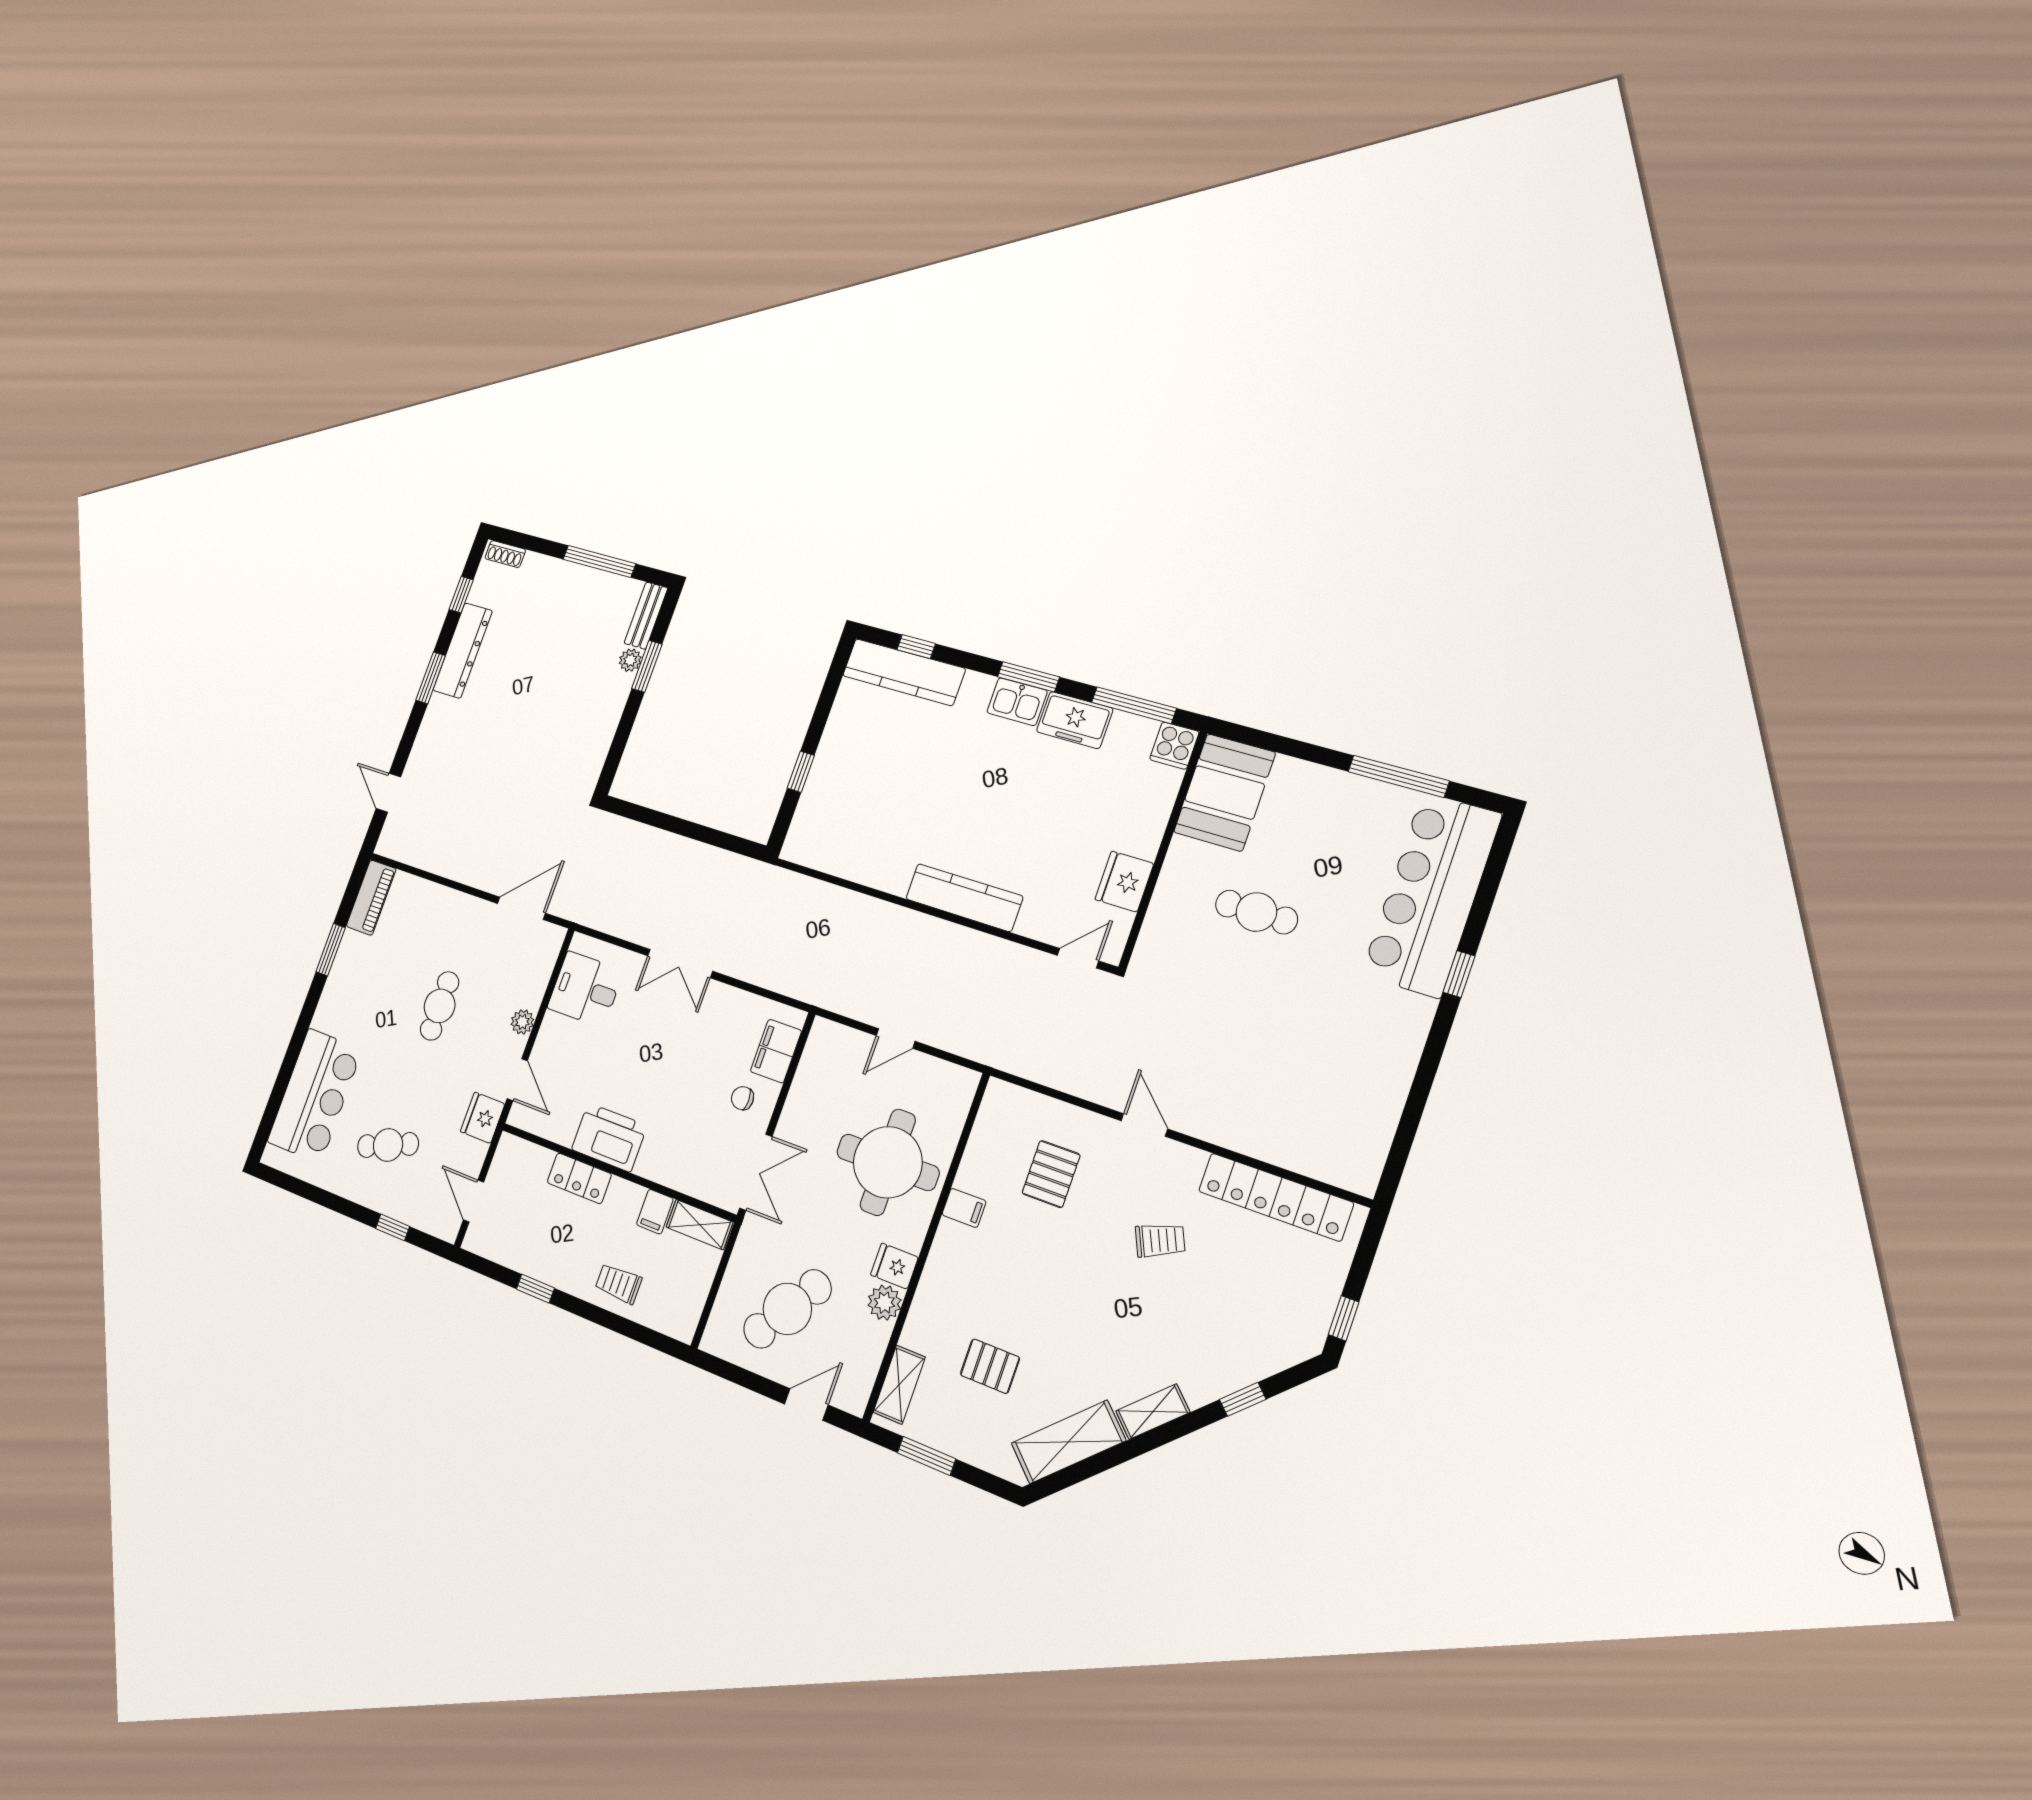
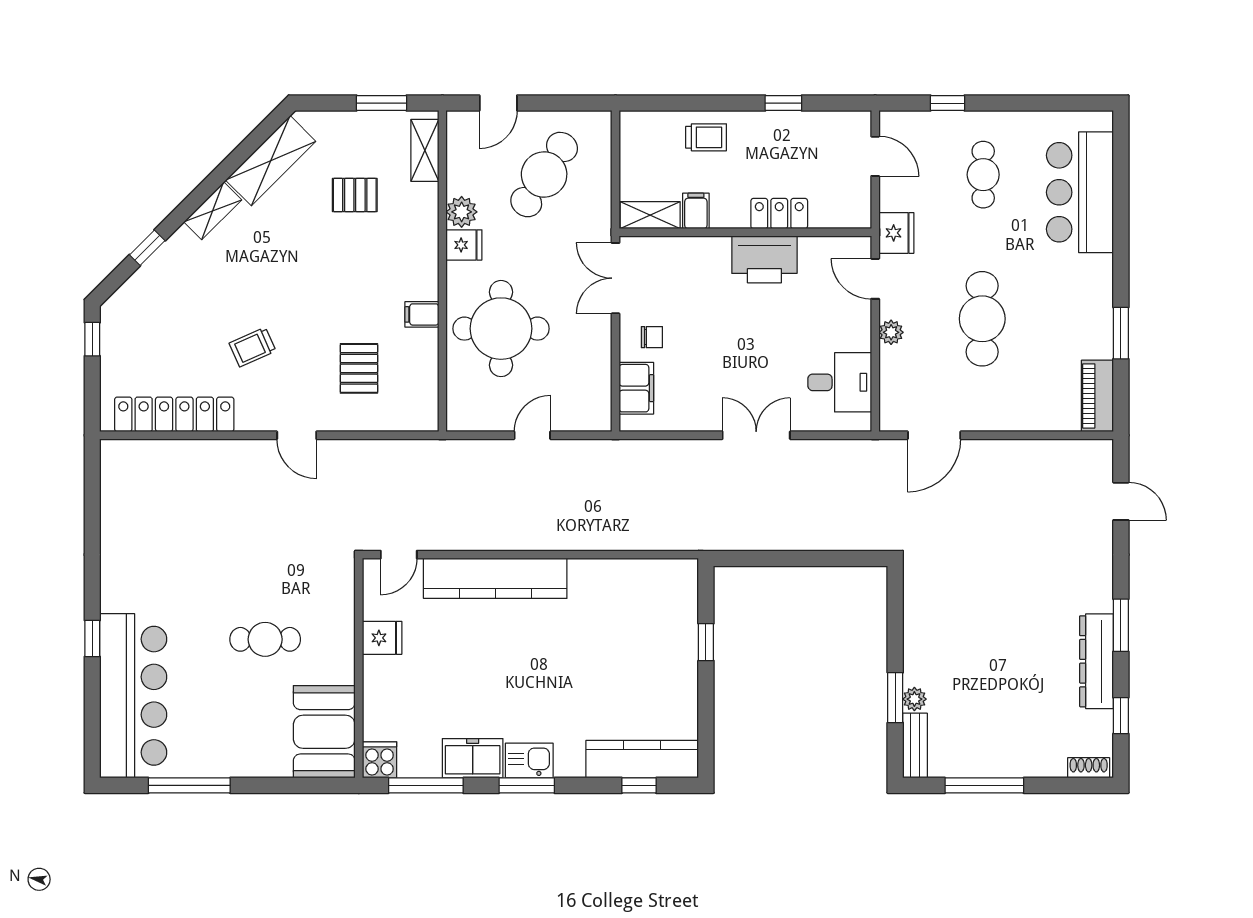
fridge: (1124, 882) -> (382, 638), width x0.72
kitchen counter: (964, 898) -> (495, 578), width x1.39, depth x1.17
cafe table: (440, 1006) -> (982, 319), width x1.37, depth x1.35
cafe table: (388, 1145) -> (983, 175), turned -68

